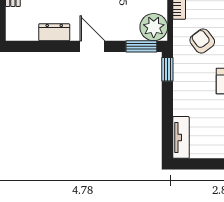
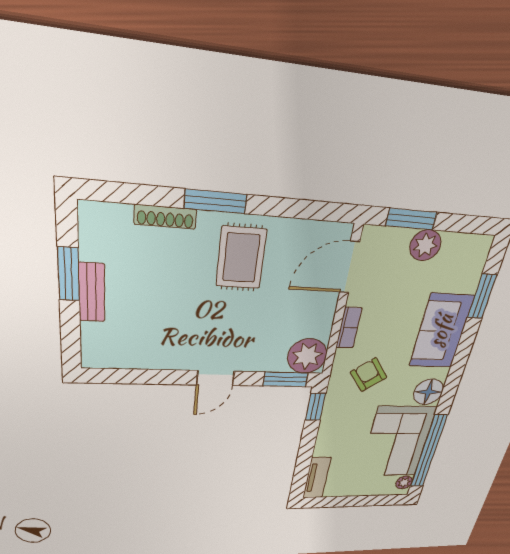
dresser: (54, 32) -> (159, 359), removed
door: (92, 46) -> (215, 378), swing flipped

